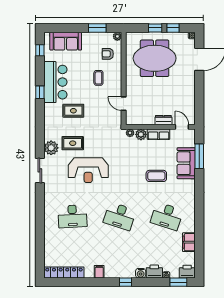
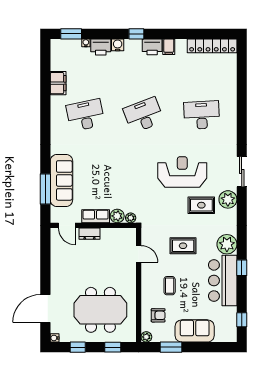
window: (155, 28) -> (113, 347), moved
sofa: (66, 41) -> (195, 331), moved
plant: (52, 111) -> (227, 244), added
rug: (73, 111) -> (183, 246), moved
sofa: (186, 163) -> (61, 180), width x1.36
coffee table: (156, 176) -> (98, 165), removed
desk: (120, 216) -> (144, 115), turned -39
desk: (167, 216) -> (85, 115), turned -30
printer: (187, 272) -> (152, 47), moved

